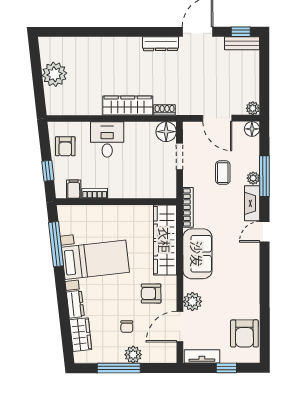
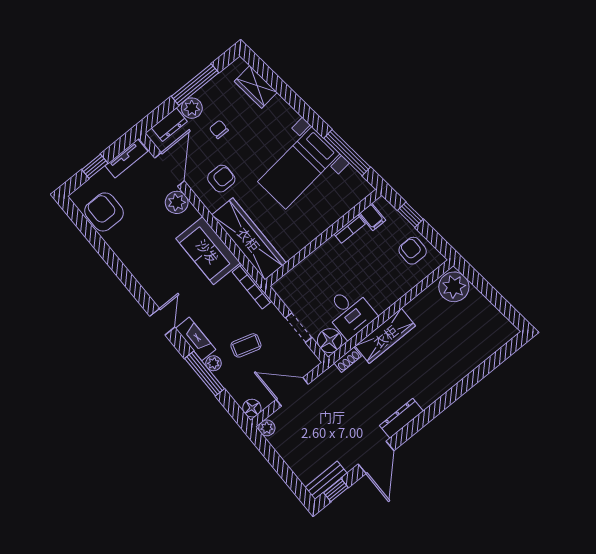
plant: (54, 74) -> (454, 287), moved
desk: (107, 139) -> (350, 312), moved
coffee table: (223, 173) -> (246, 345), turned -73
dresser: (75, 304) -> (169, 125), moved, turned -84

